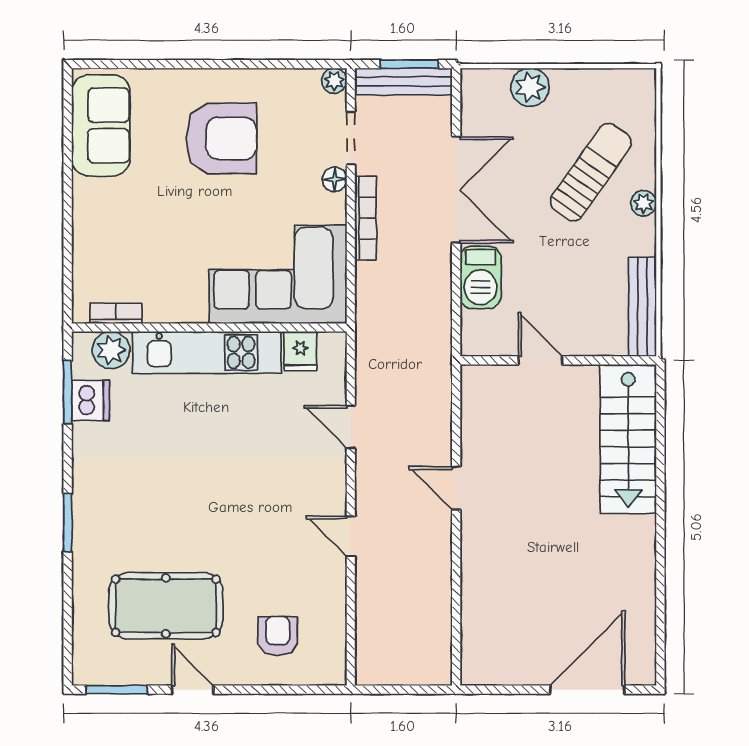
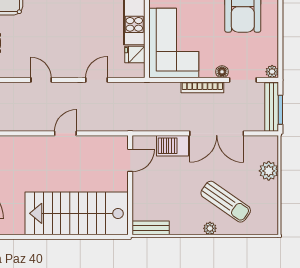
bench: (642, 307) -> (151, 228), width x0.73
door: (540, 360) -> (130, 160), moved
stairs: (628, 439) -> (77, 213), width x1.36, depth x1.51
door: (351, 536) -> (41, 80), hinge flipped

